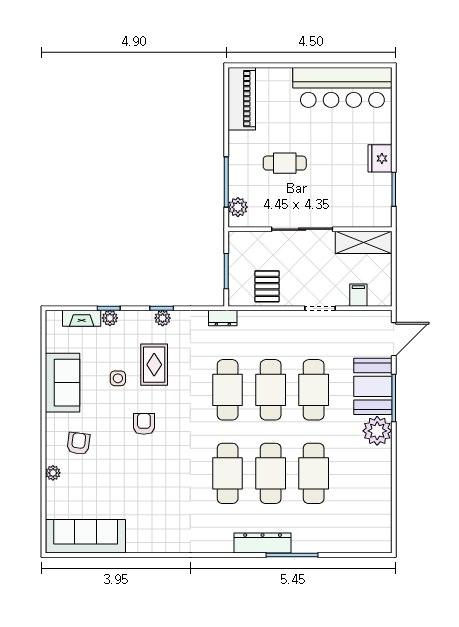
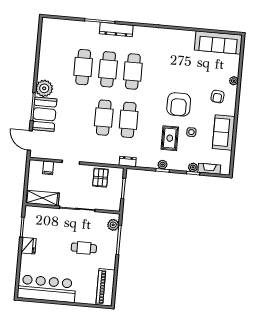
door: (394, 339) -> (30, 140), hinge flipped
cafe table: (314, 390) -> (79, 115), removed
armchair: (144, 424) -> (179, 104), width x1.88, depth x1.88

